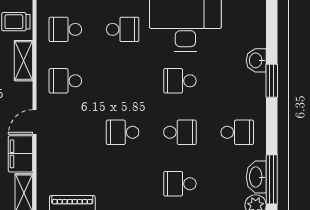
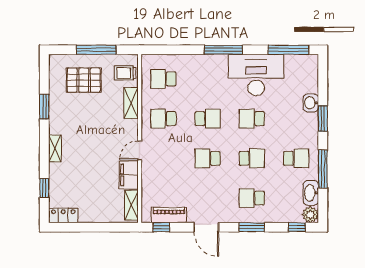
school desk: (123, 29) -> (208, 119), moved
window: (272, 179) -> (323, 169), moved

